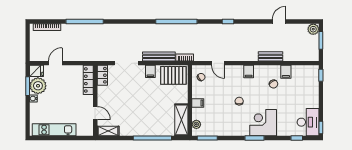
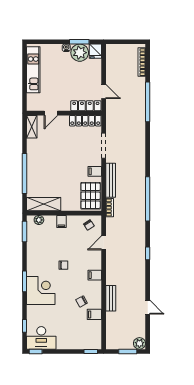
door: (55, 63) -> (104, 91), moved
locker: (102, 75) -> (85, 121), width x1.53

